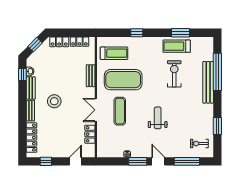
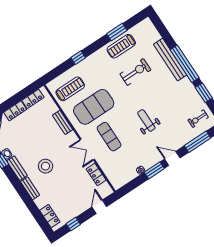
window: (217, 72) -> (185, 64), moved
exercise bike: (174, 74) -> (135, 72), turned 90
locker: (32, 138) -> (50, 216), width x0.66

